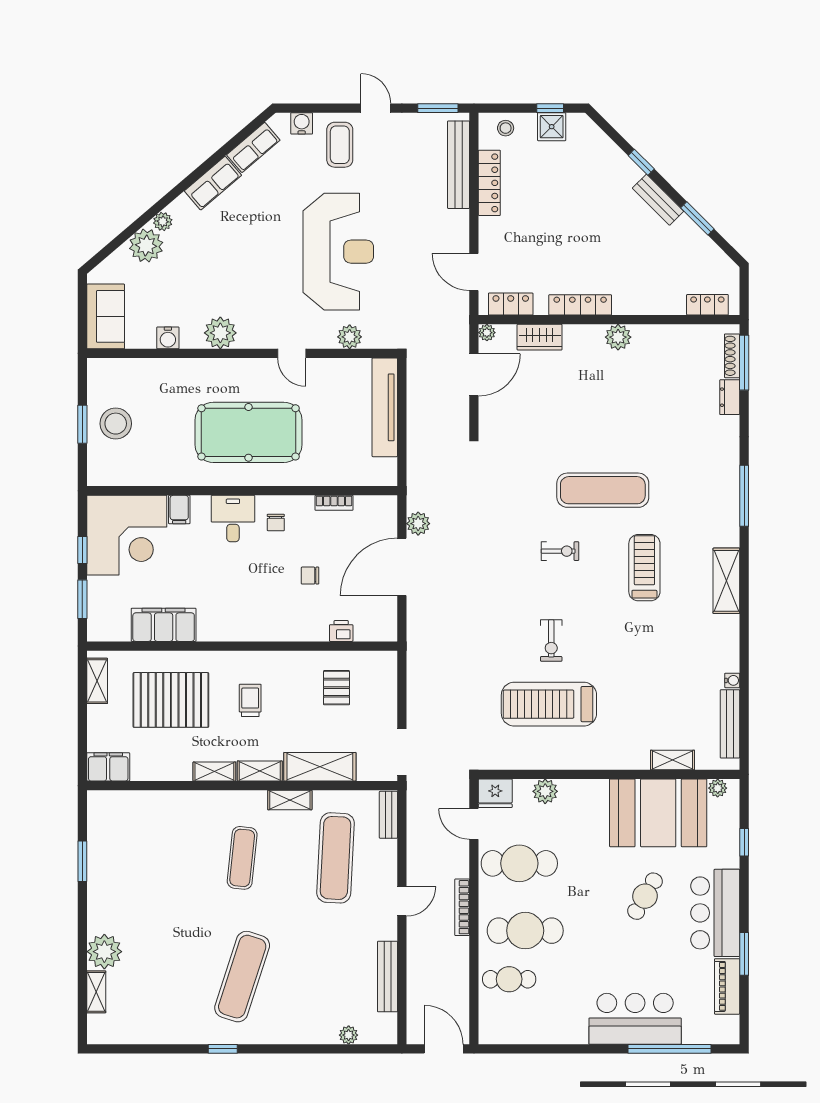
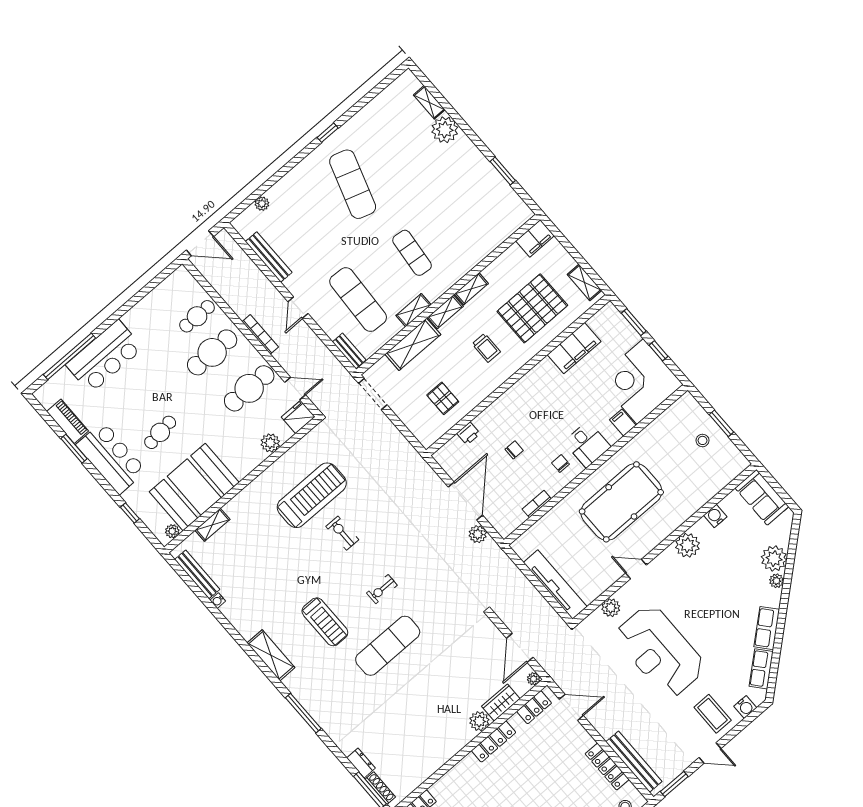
plant: (618, 337) -> (479, 721), moved
stool: (116, 424) -> (703, 440), width x0.53, depth x0.53
cafe table: (645, 896) -> (160, 432), turned 53

